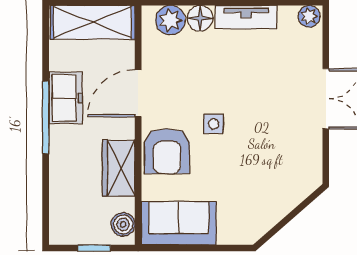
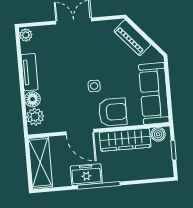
wardrobe: (119, 168) -> (125, 140), width x1.50
piano: (289, 195) -> (132, 38), added
sofa: (179, 223) -> (154, 93), width x1.36

